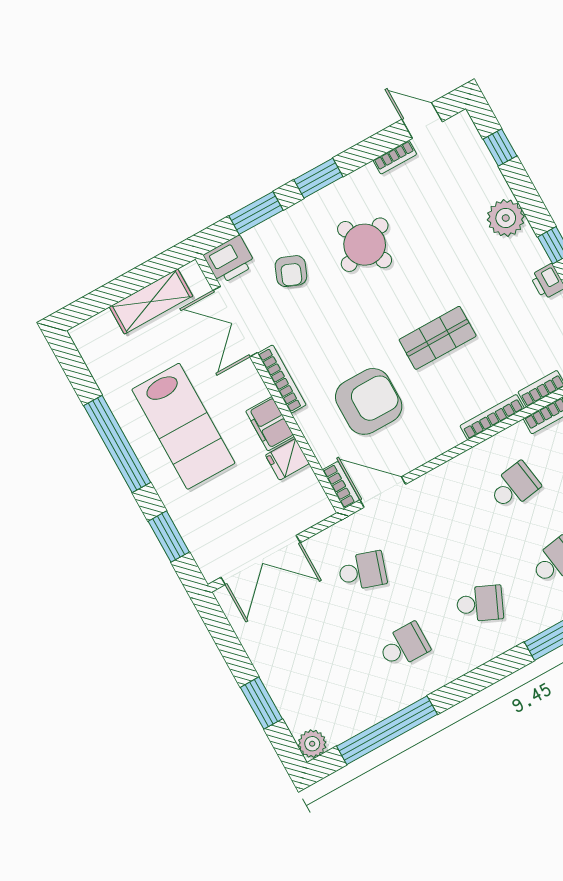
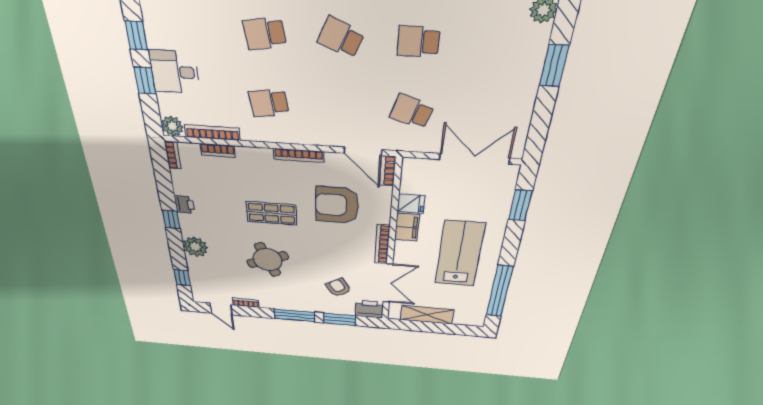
window: (318, 178) -> (294, 315), width x1.44
round table: (365, 245) -> (268, 260), moved
armchair: (291, 271) -> (339, 288), turned -53
bookcase: (492, 417) -> (299, 155), moved
window: (117, 444) -> (499, 291), moved

